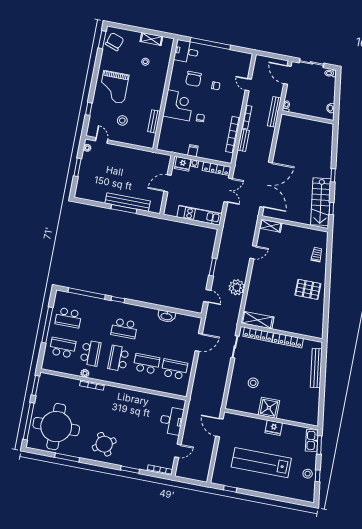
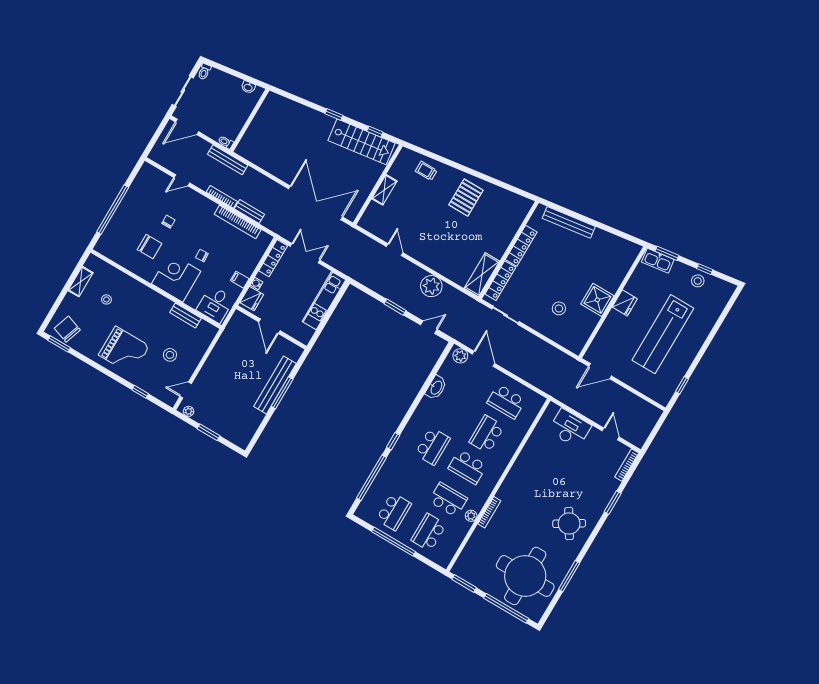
desk: (186, 51) -> (215, 304), moved
shelving: (271, 226) -> (384, 190), moved
plant: (195, 325) -> (460, 356), added
school desk: (174, 369) -> (506, 401), turned -90

